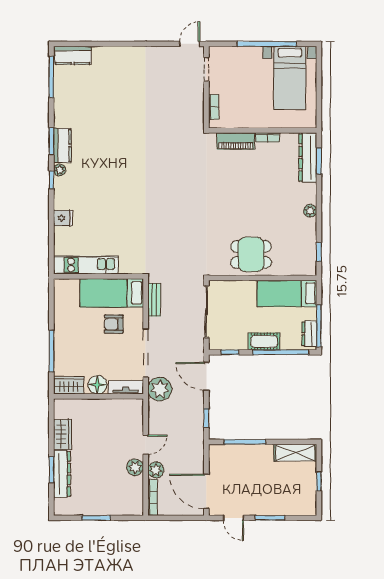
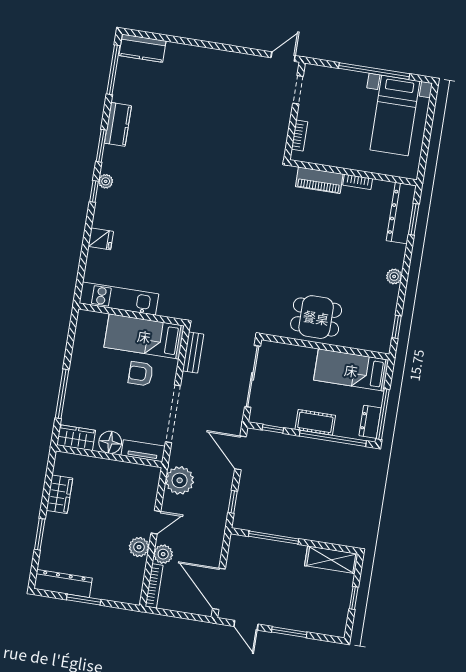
kitchen counter: (62, 145) -> (118, 124), moved
plant: (160, 389) -> (180, 480), moved
dresser: (62, 474) -> (63, 583), moved, turned -90

